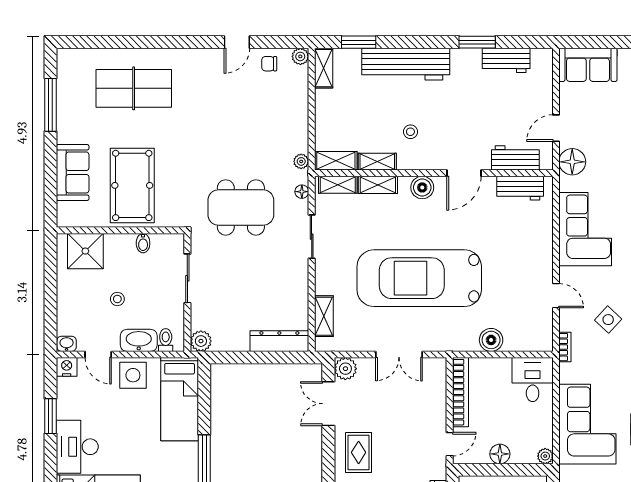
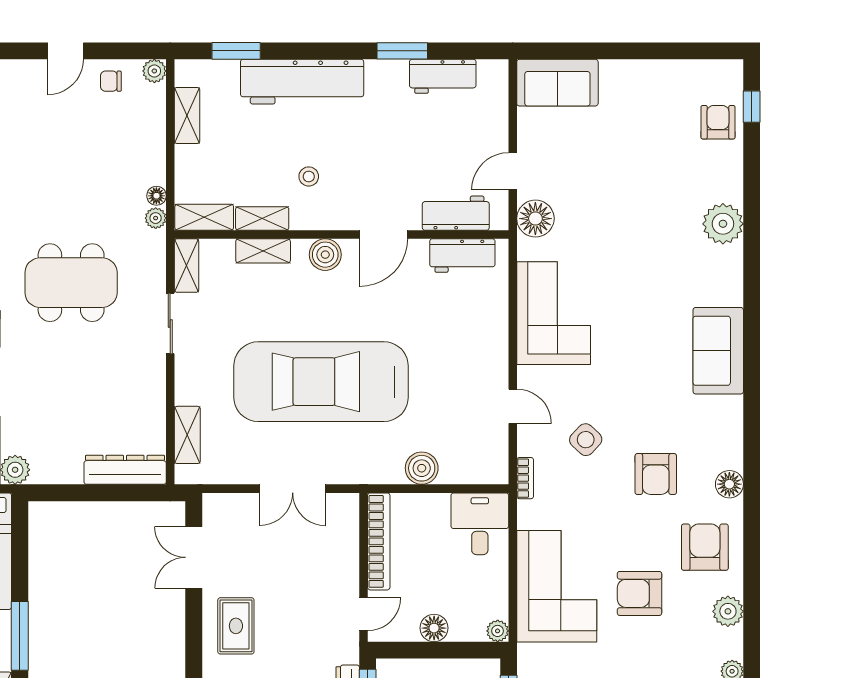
shelving: (324, 68) -> (187, 115), moved
shelving: (338, 185) -> (186, 266), moved, turned 90
floor lamp: (302, 192) -> (156, 196), moved
plant: (345, 369) -> (218, 508), removed

